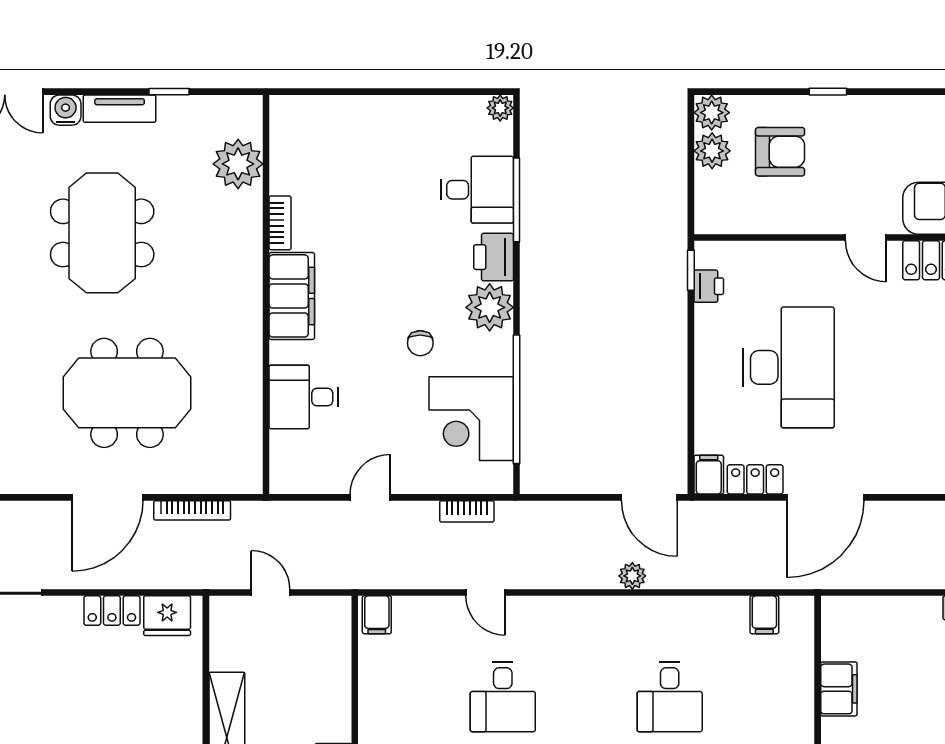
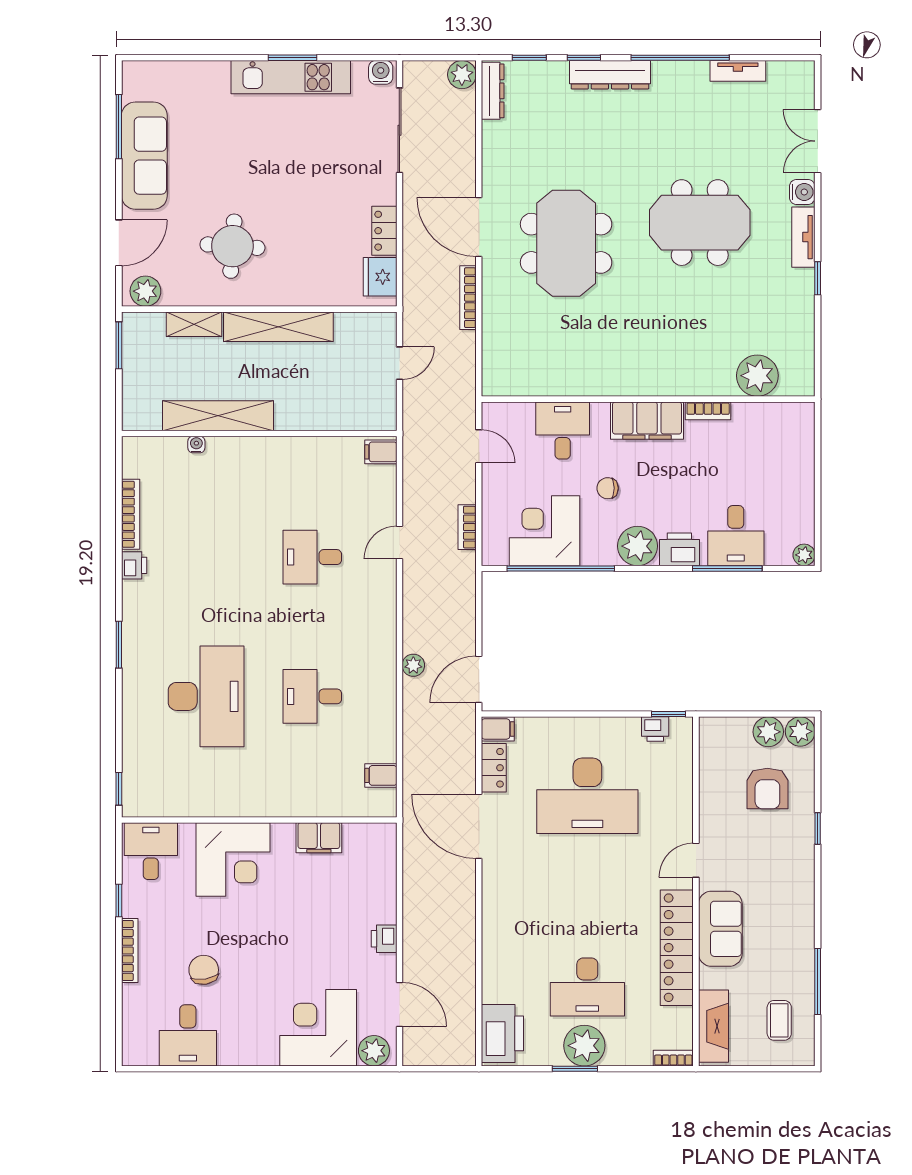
plant: (238, 164) -> (757, 376), moved
bookcase: (280, 223) -> (708, 411), moved
wall: (266, 295) -> (648, 399), moved
filing cabinet: (292, 296) -> (647, 421), moved
desk: (304, 397) -> (563, 431), moved

